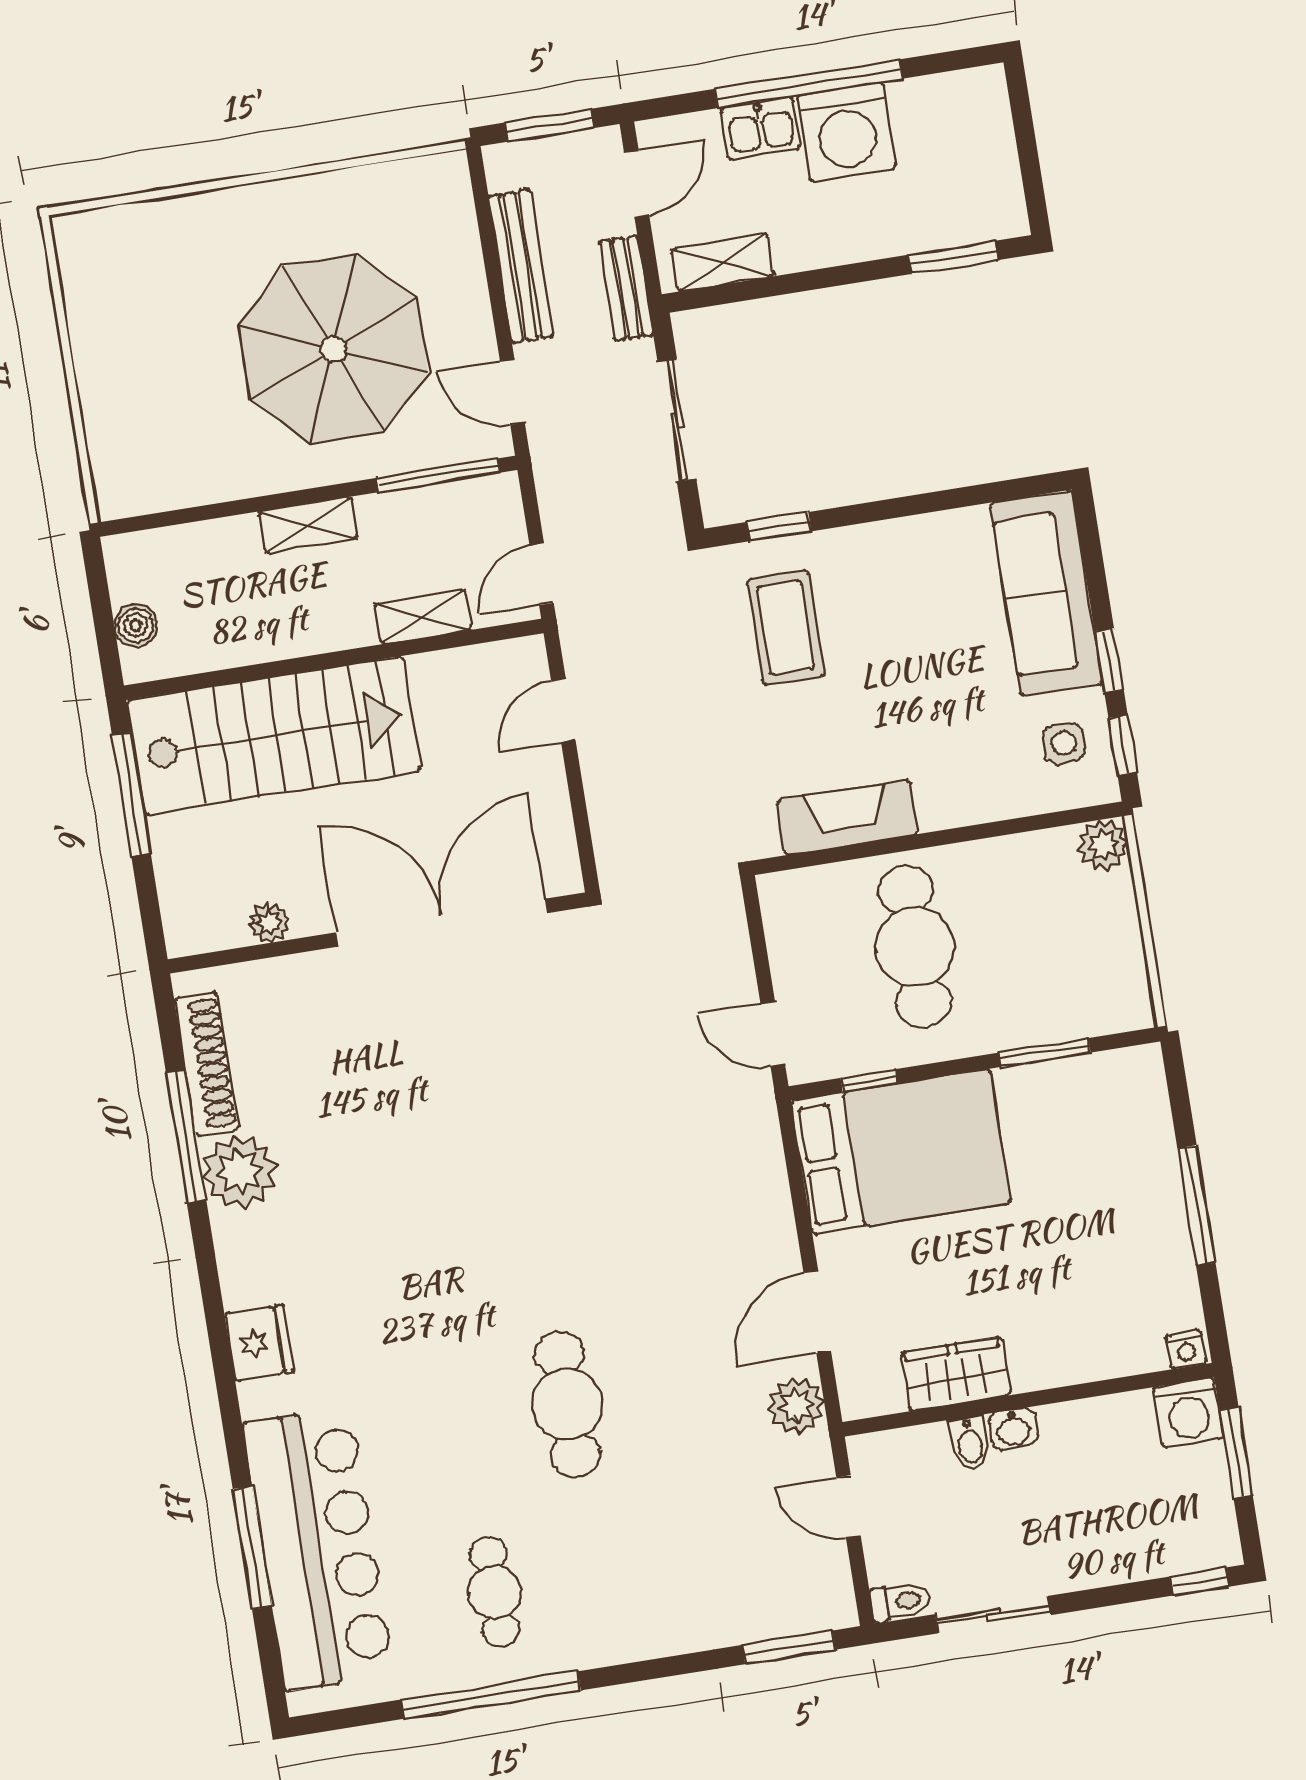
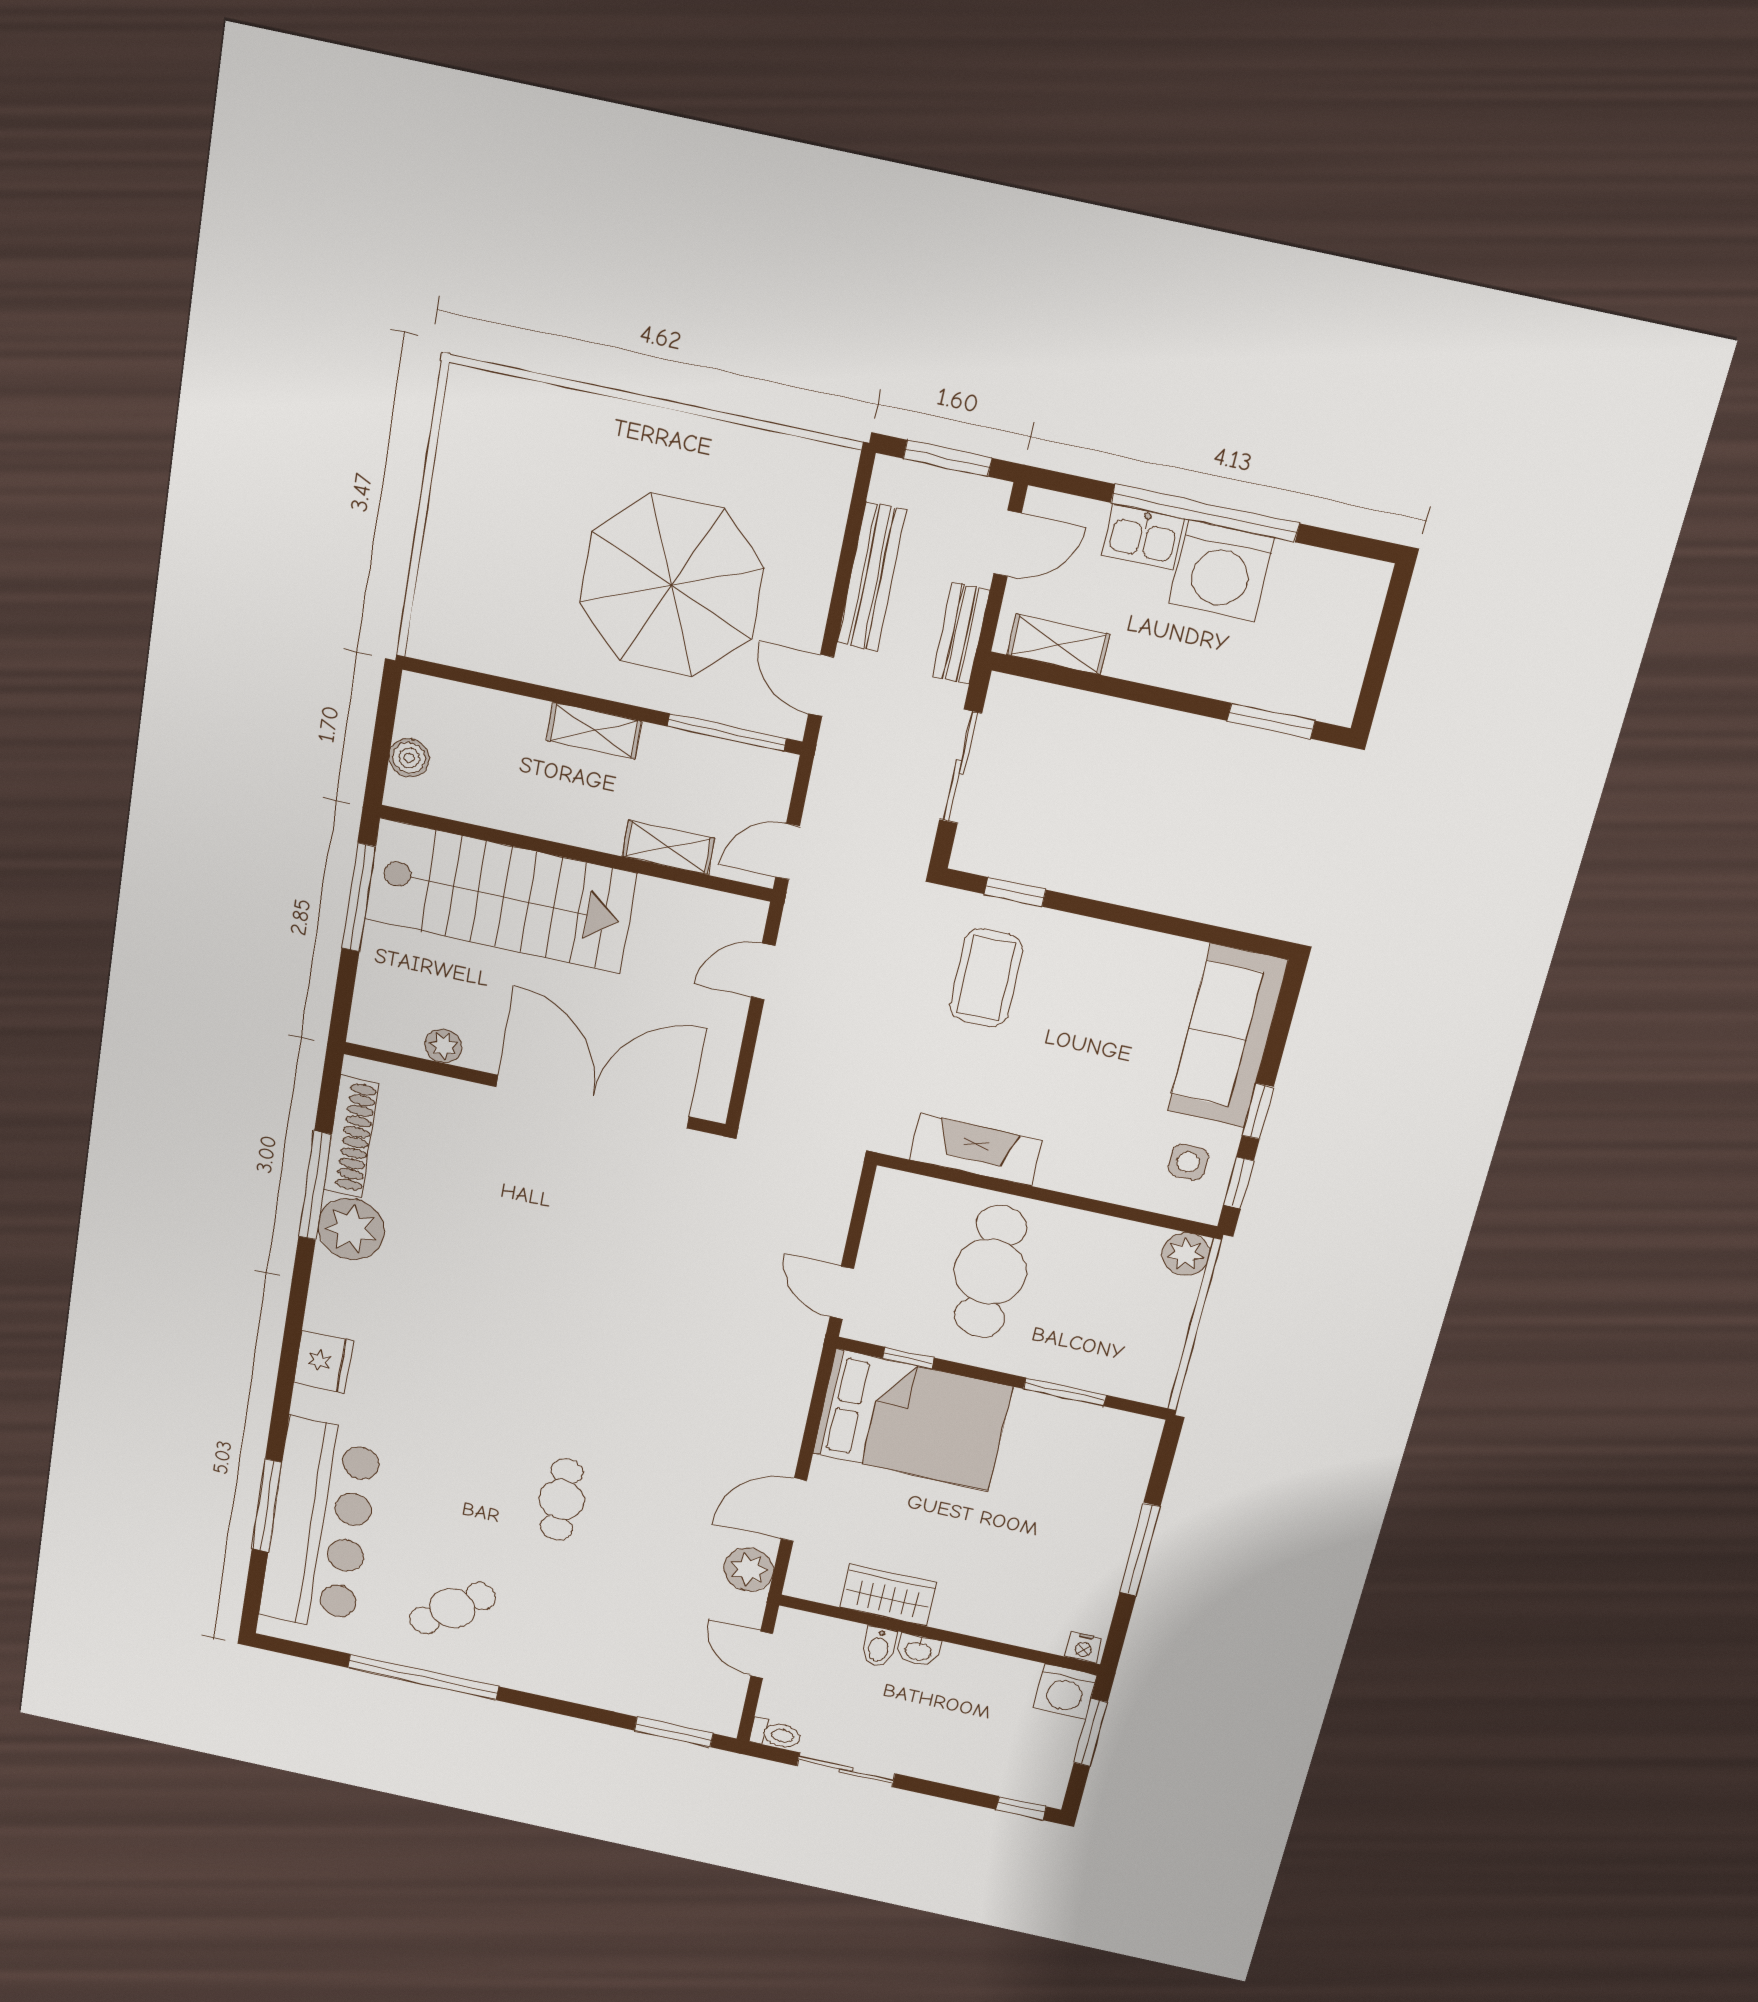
cafe table: (567, 1404) -> (562, 1499), width x0.73, depth x0.74
cafe table: (495, 1592) -> (452, 1608), turned 51

